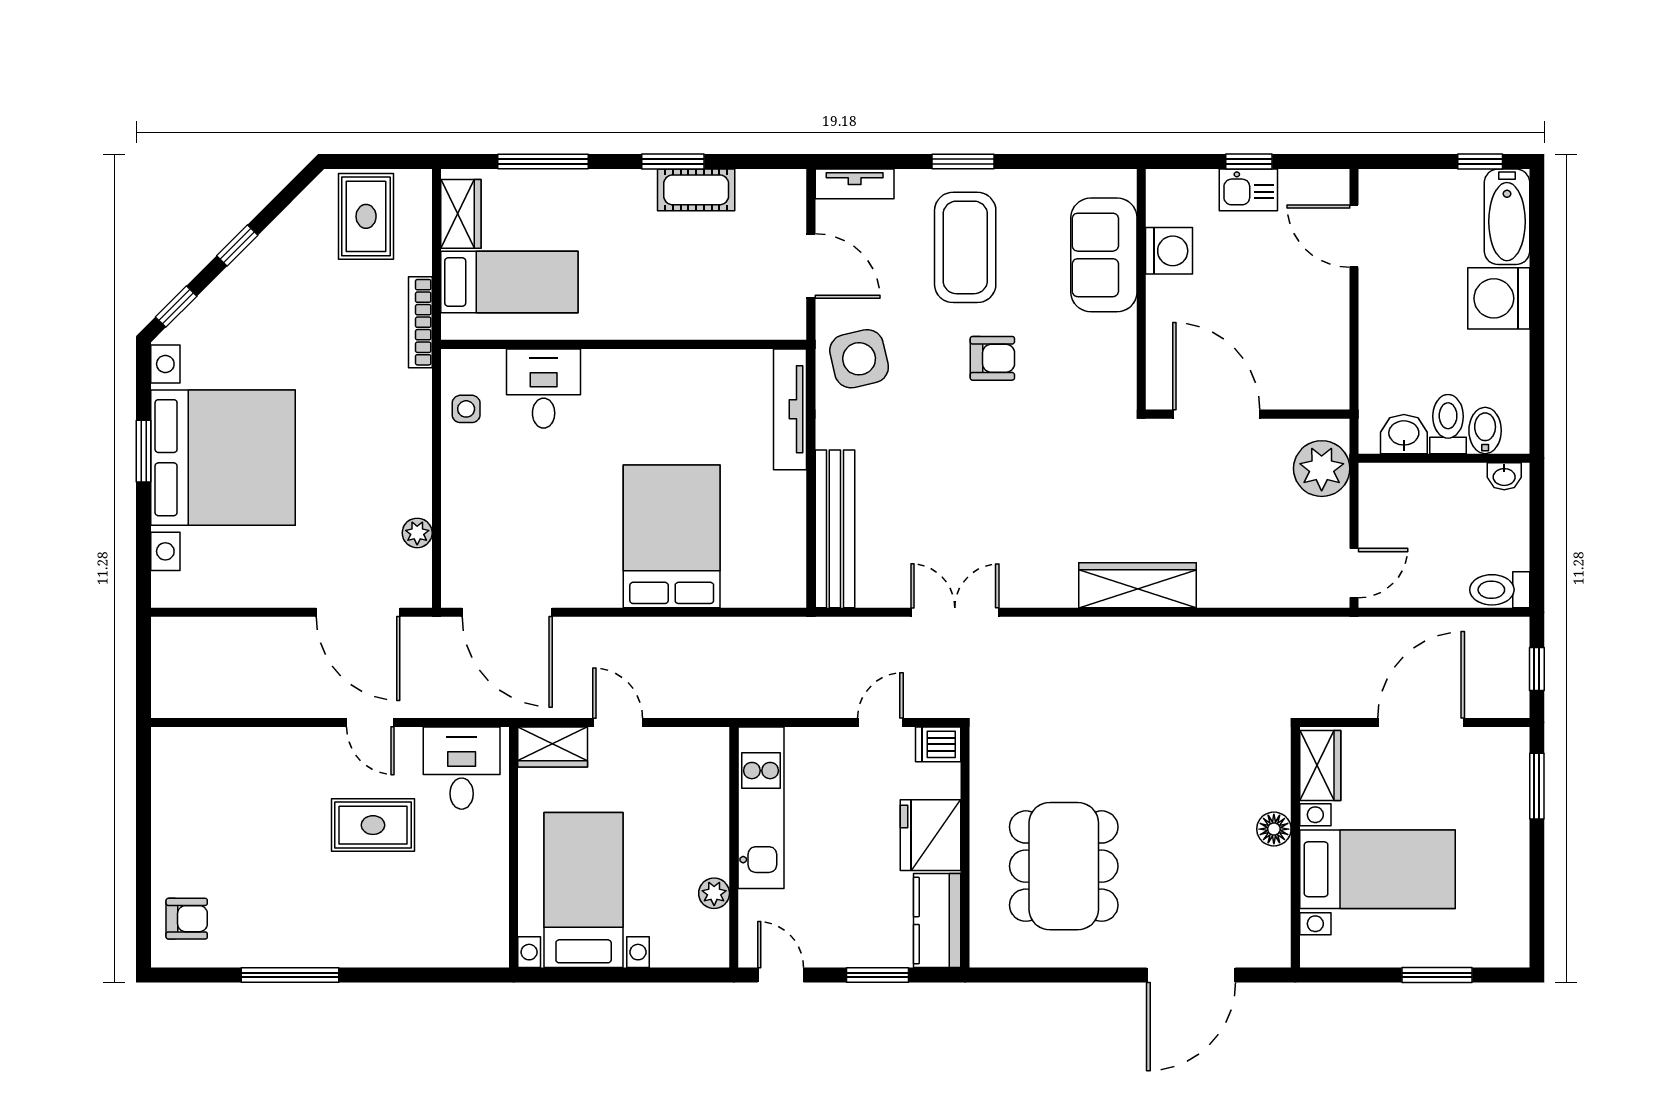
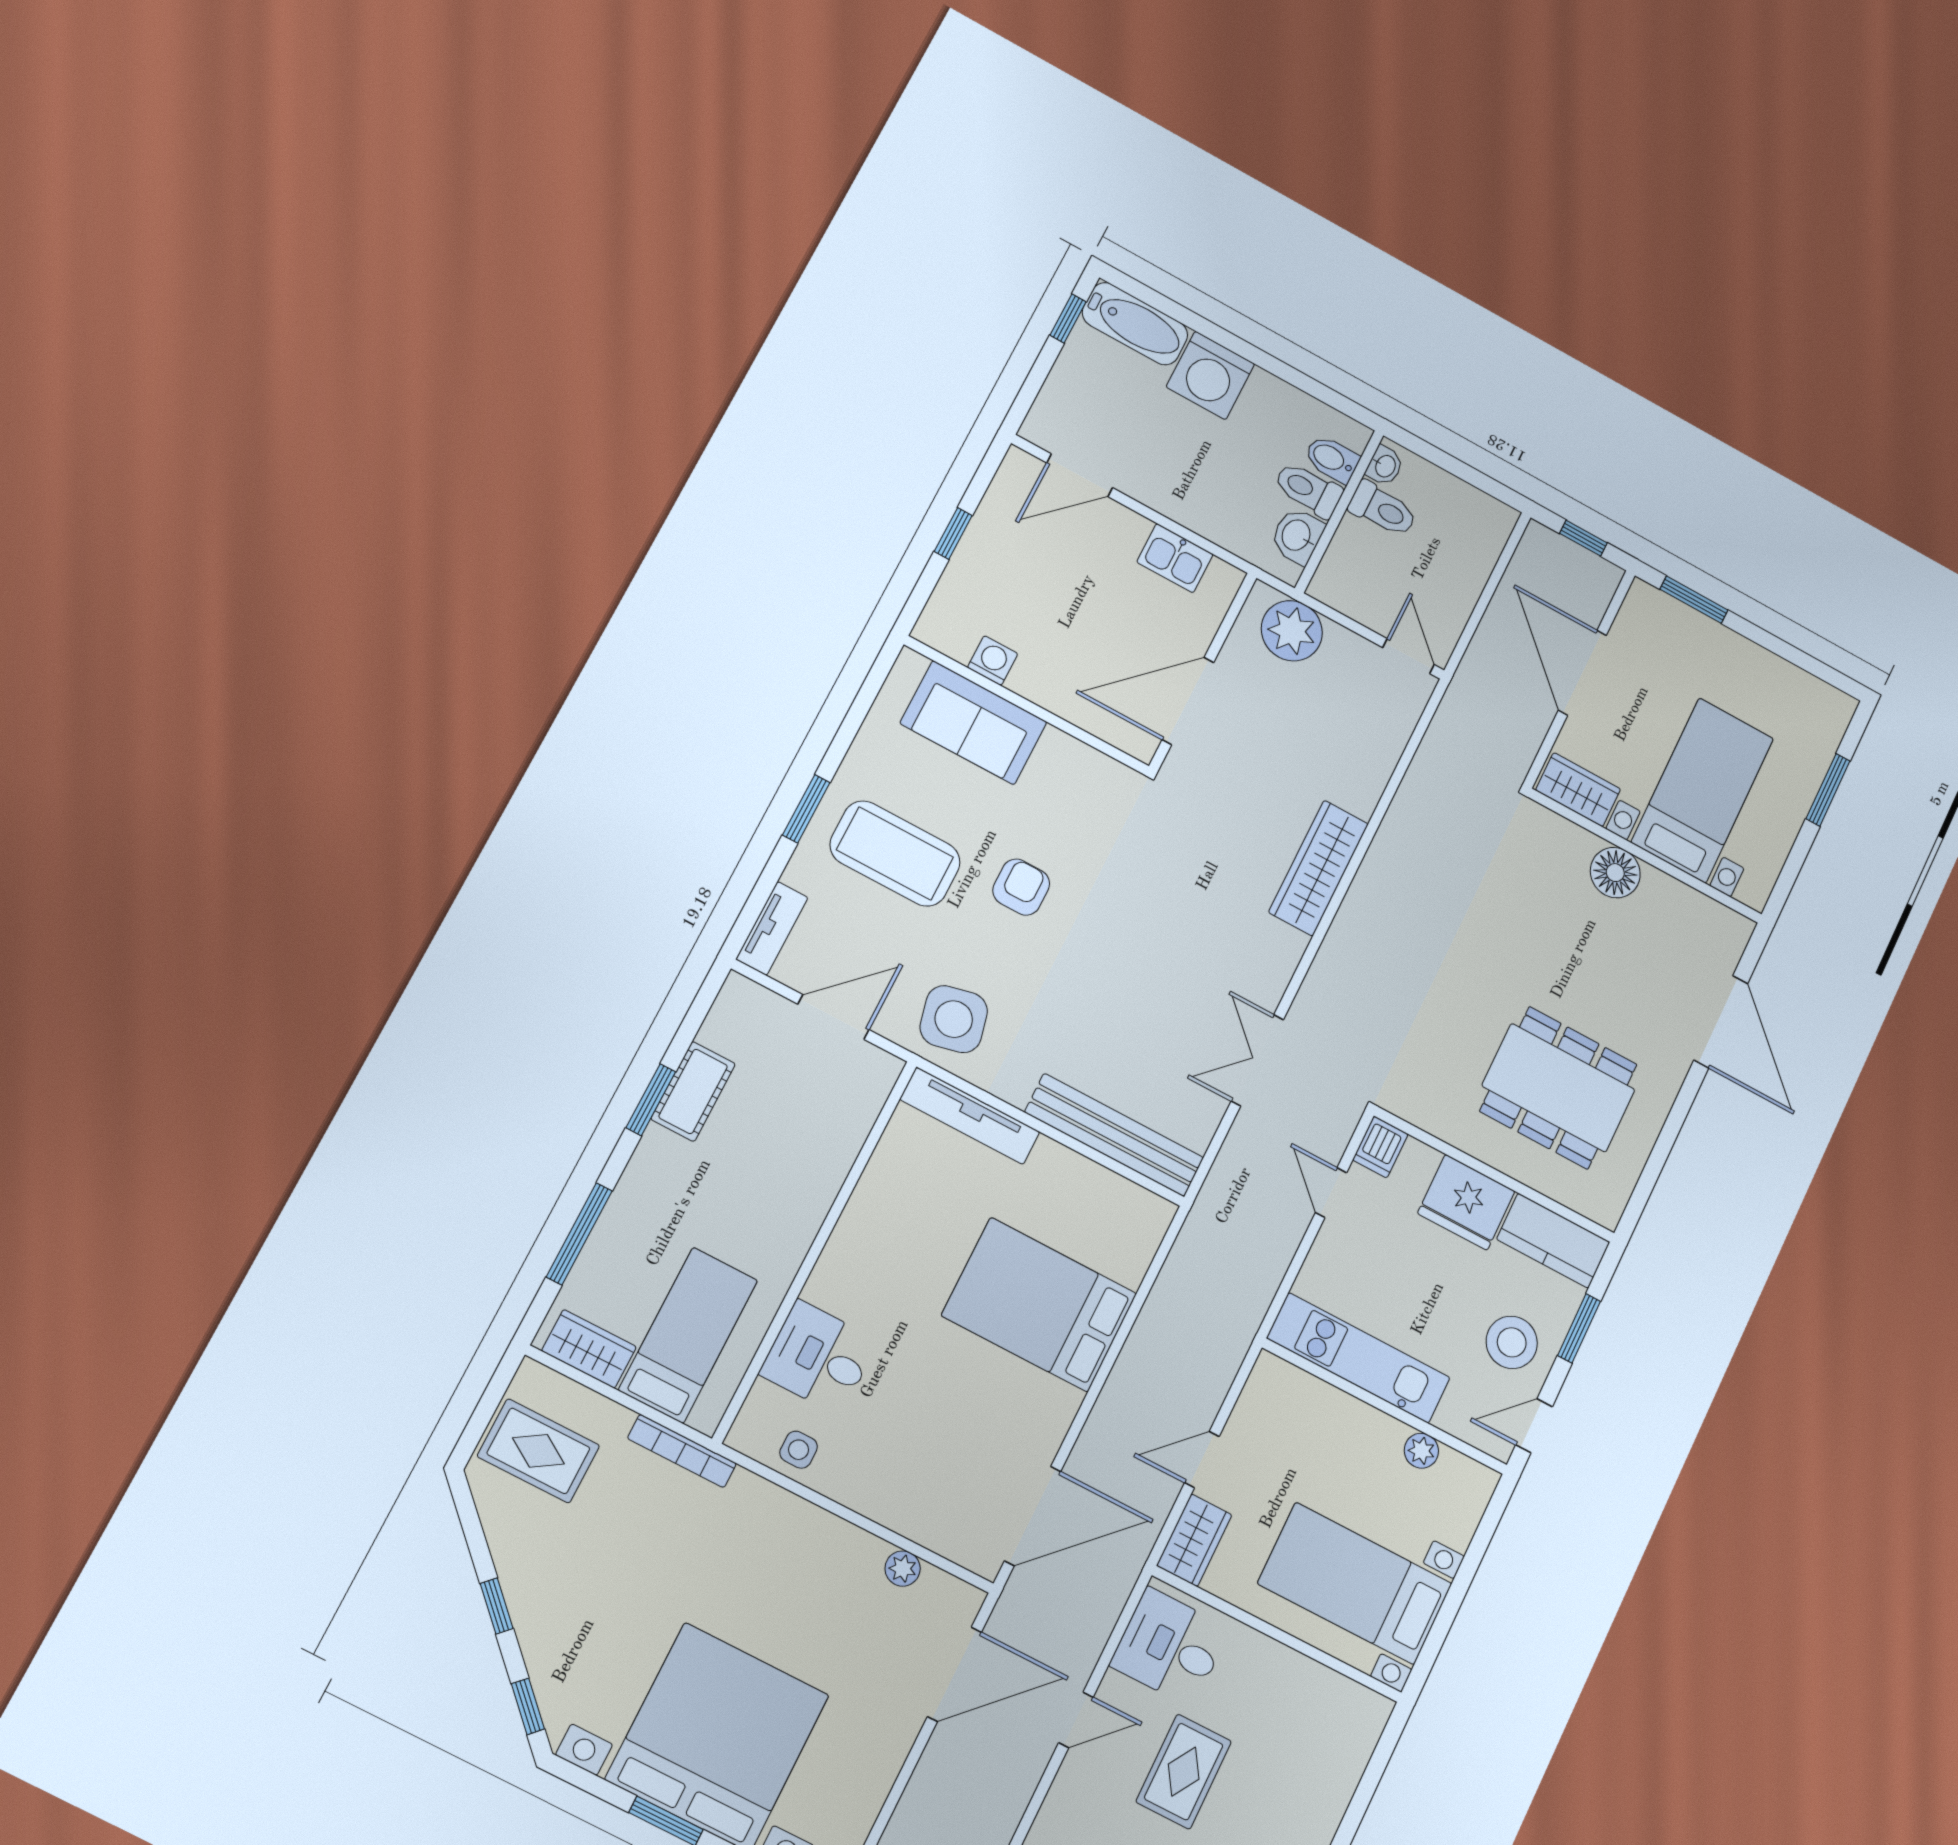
kitchen sink: (1248, 190) -> (1175, 558), moved, turned 90
washing machine: (1169, 251) -> (993, 661), width x0.73, depth x0.73
toilet: (1500, 590) -> (1383, 509), moved, turned -90
floor lamp: (1274, 829) -> (1615, 873), width x1.38, depth x1.38
stool: (838, 925) -> (1512, 1342), added

